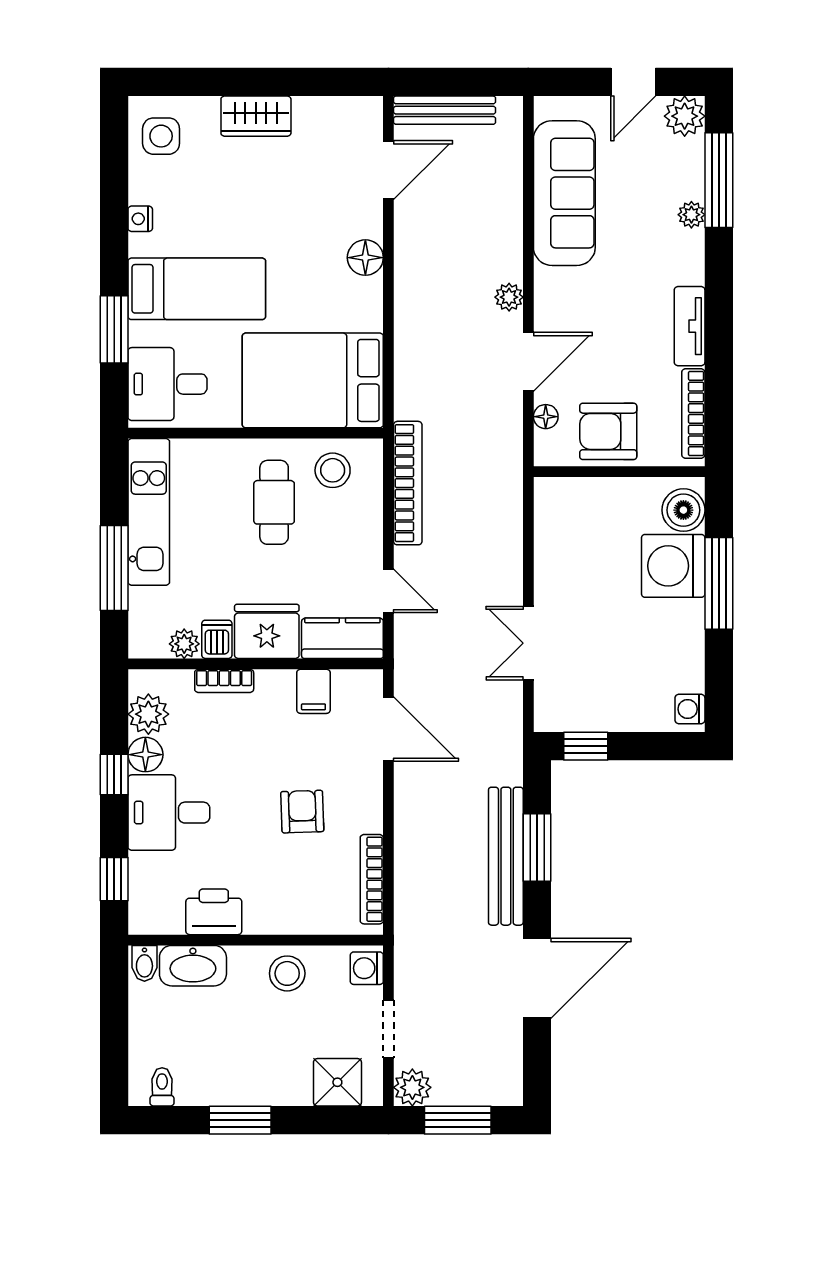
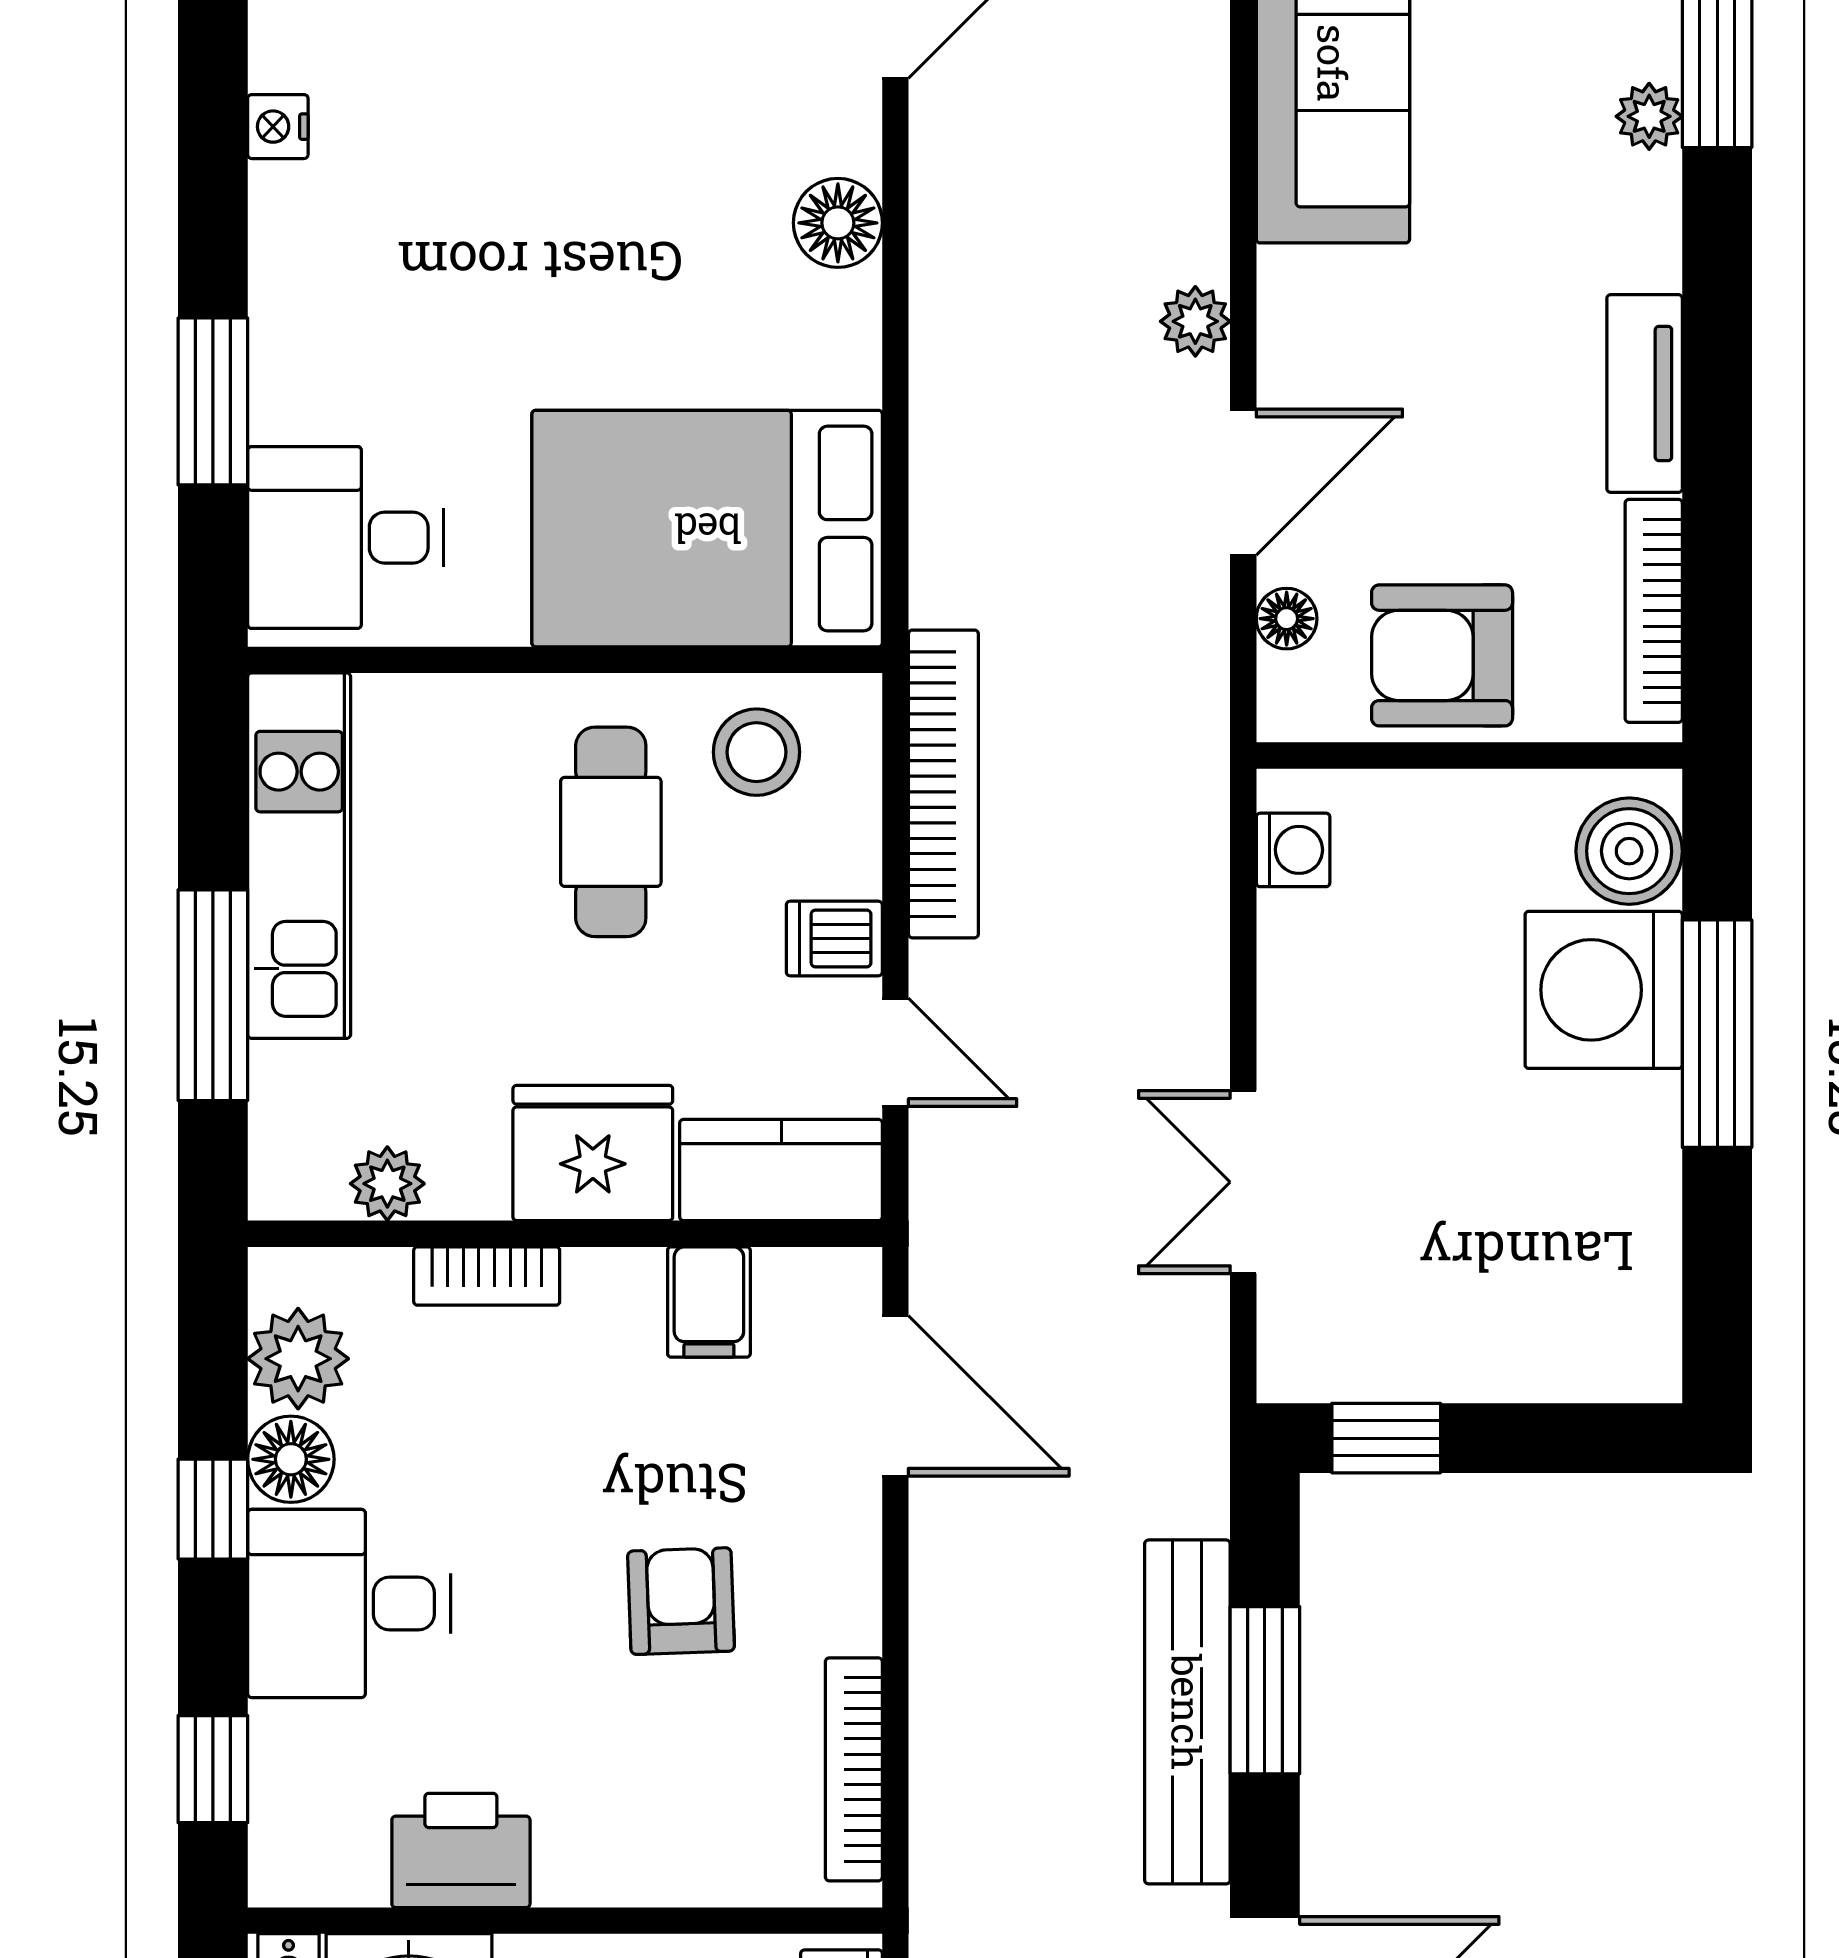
bed: (197, 289) -> (419, 301), removed
dishwasher: (217, 639) -> (834, 938), moved, turned -90
washing machine: (690, 709) -> (1293, 850), moved, turned 180

